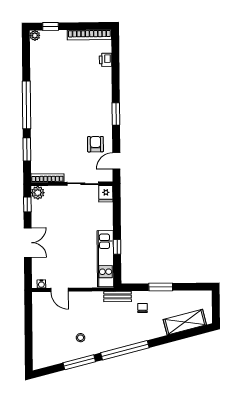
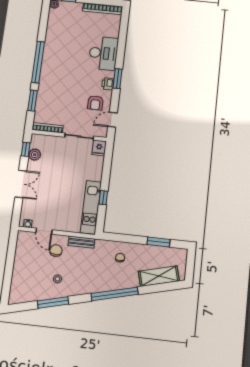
printer: (106, 60) -> (108, 84), moved
desk: (97, 87) -> (103, 53), added
armchair: (95, 144) -> (95, 103), turned 180
plant: (38, 193) -> (35, 155), moved
window: (161, 287) -> (158, 242), moved
bench: (118, 296) -> (81, 242), moved
chair: (75, 309) -> (56, 251), added
window: (125, 350) -> (115, 294), moved

